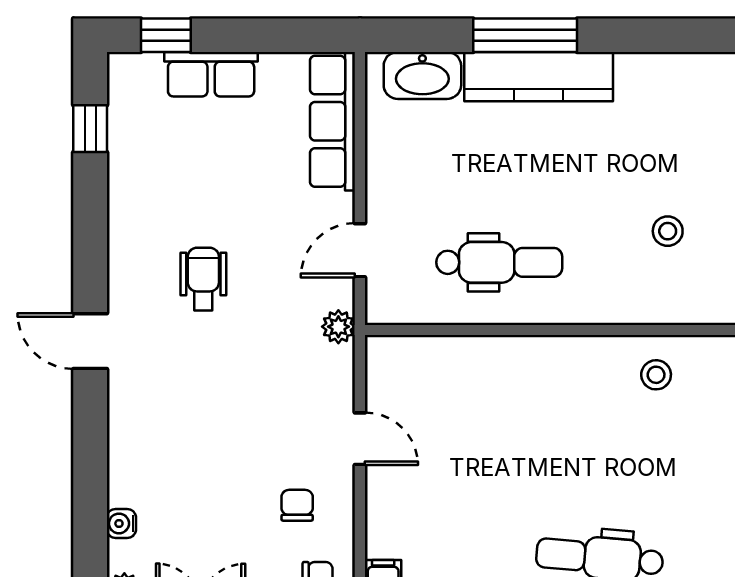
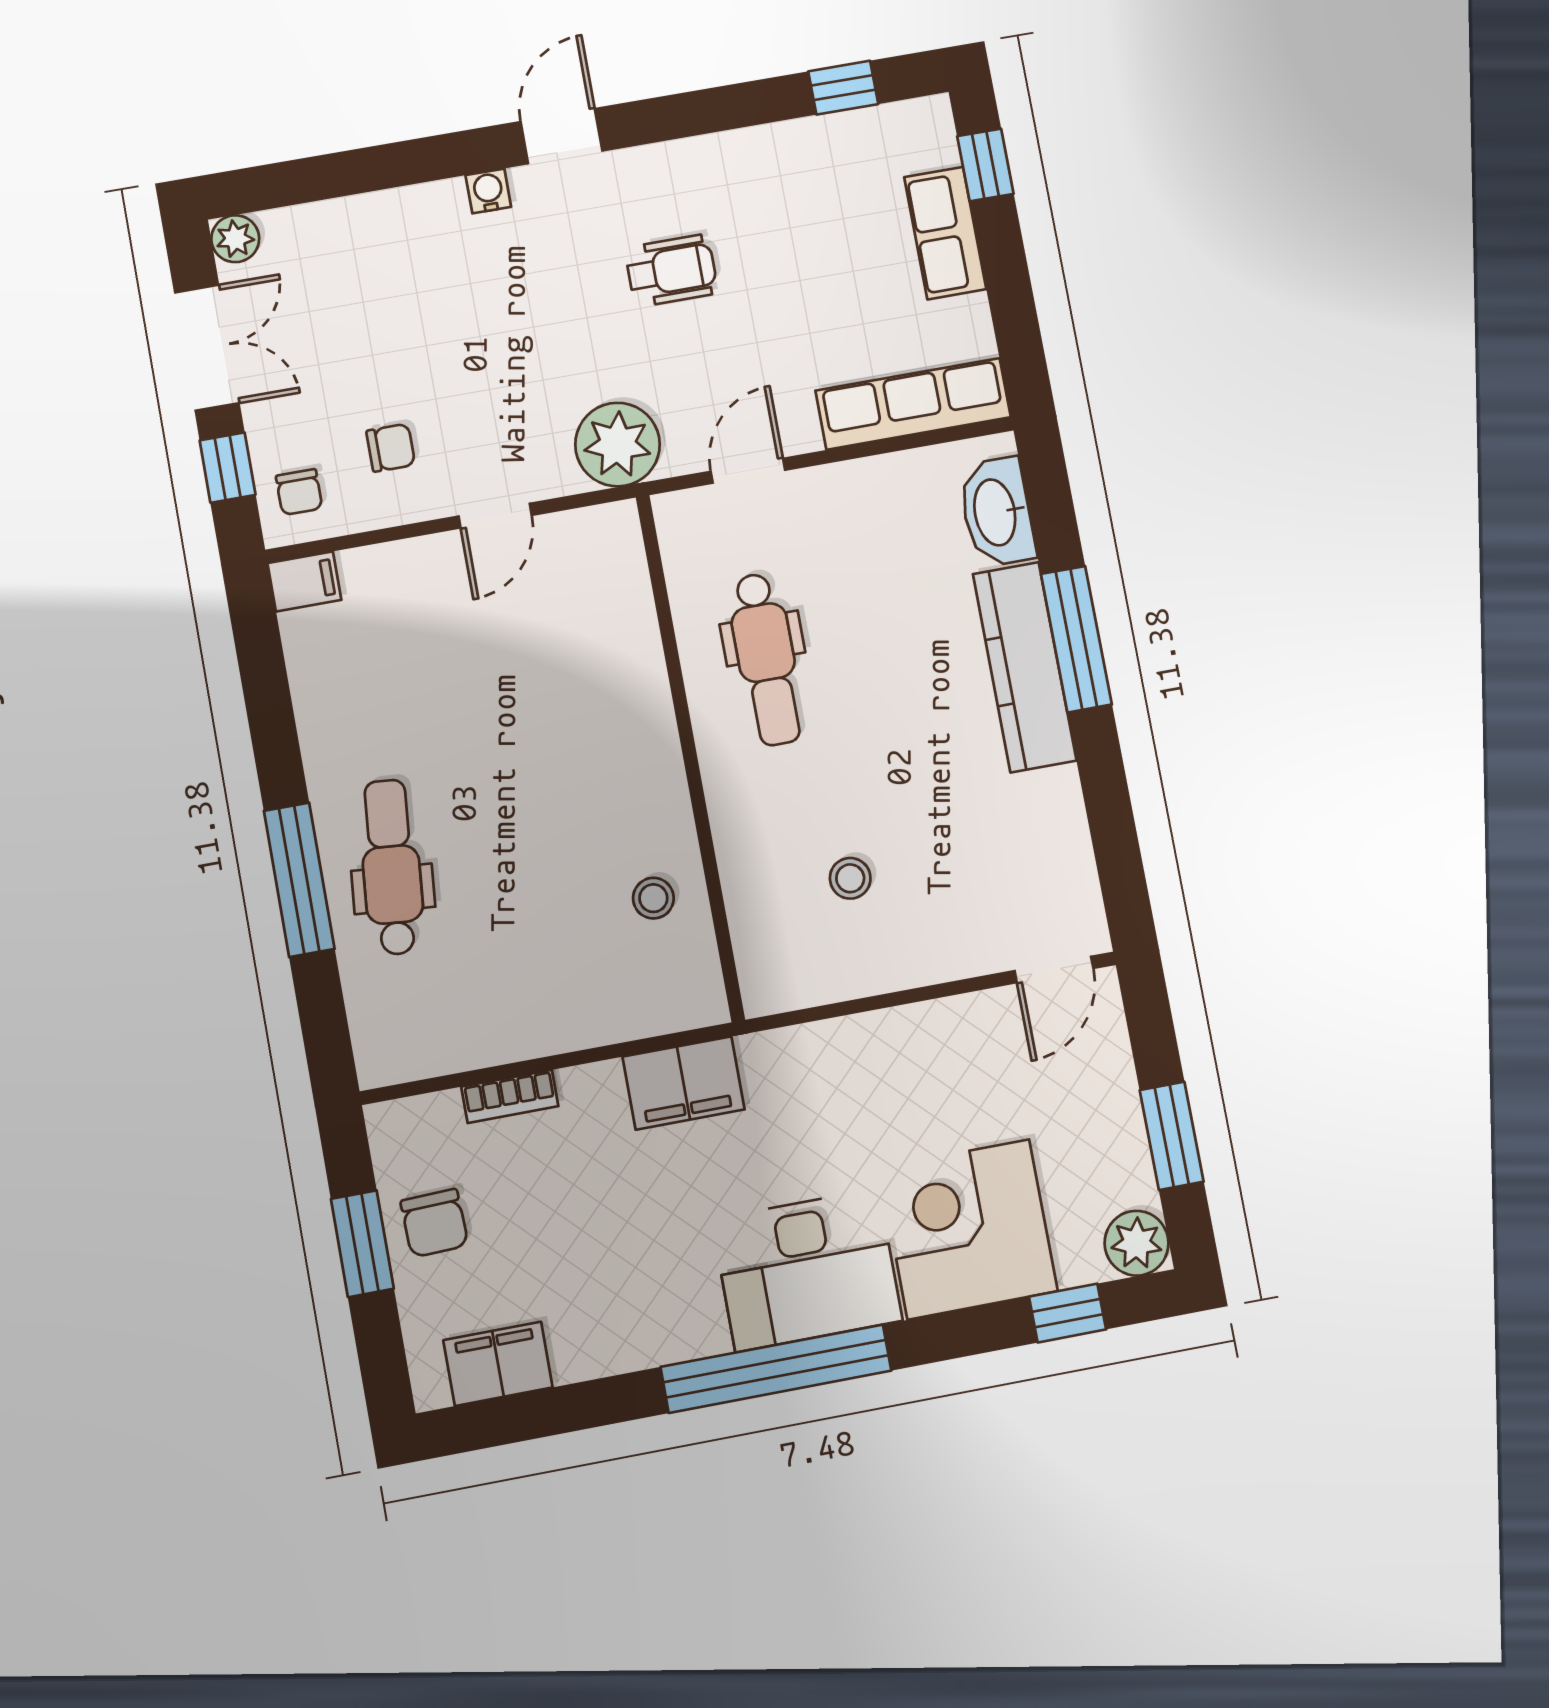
door: (360, 250) -> (748, 471), hinge flipped
plant: (338, 327) -> (618, 445), width x1.88, depth x1.88
water cooler: (121, 523) -> (488, 191), moved

